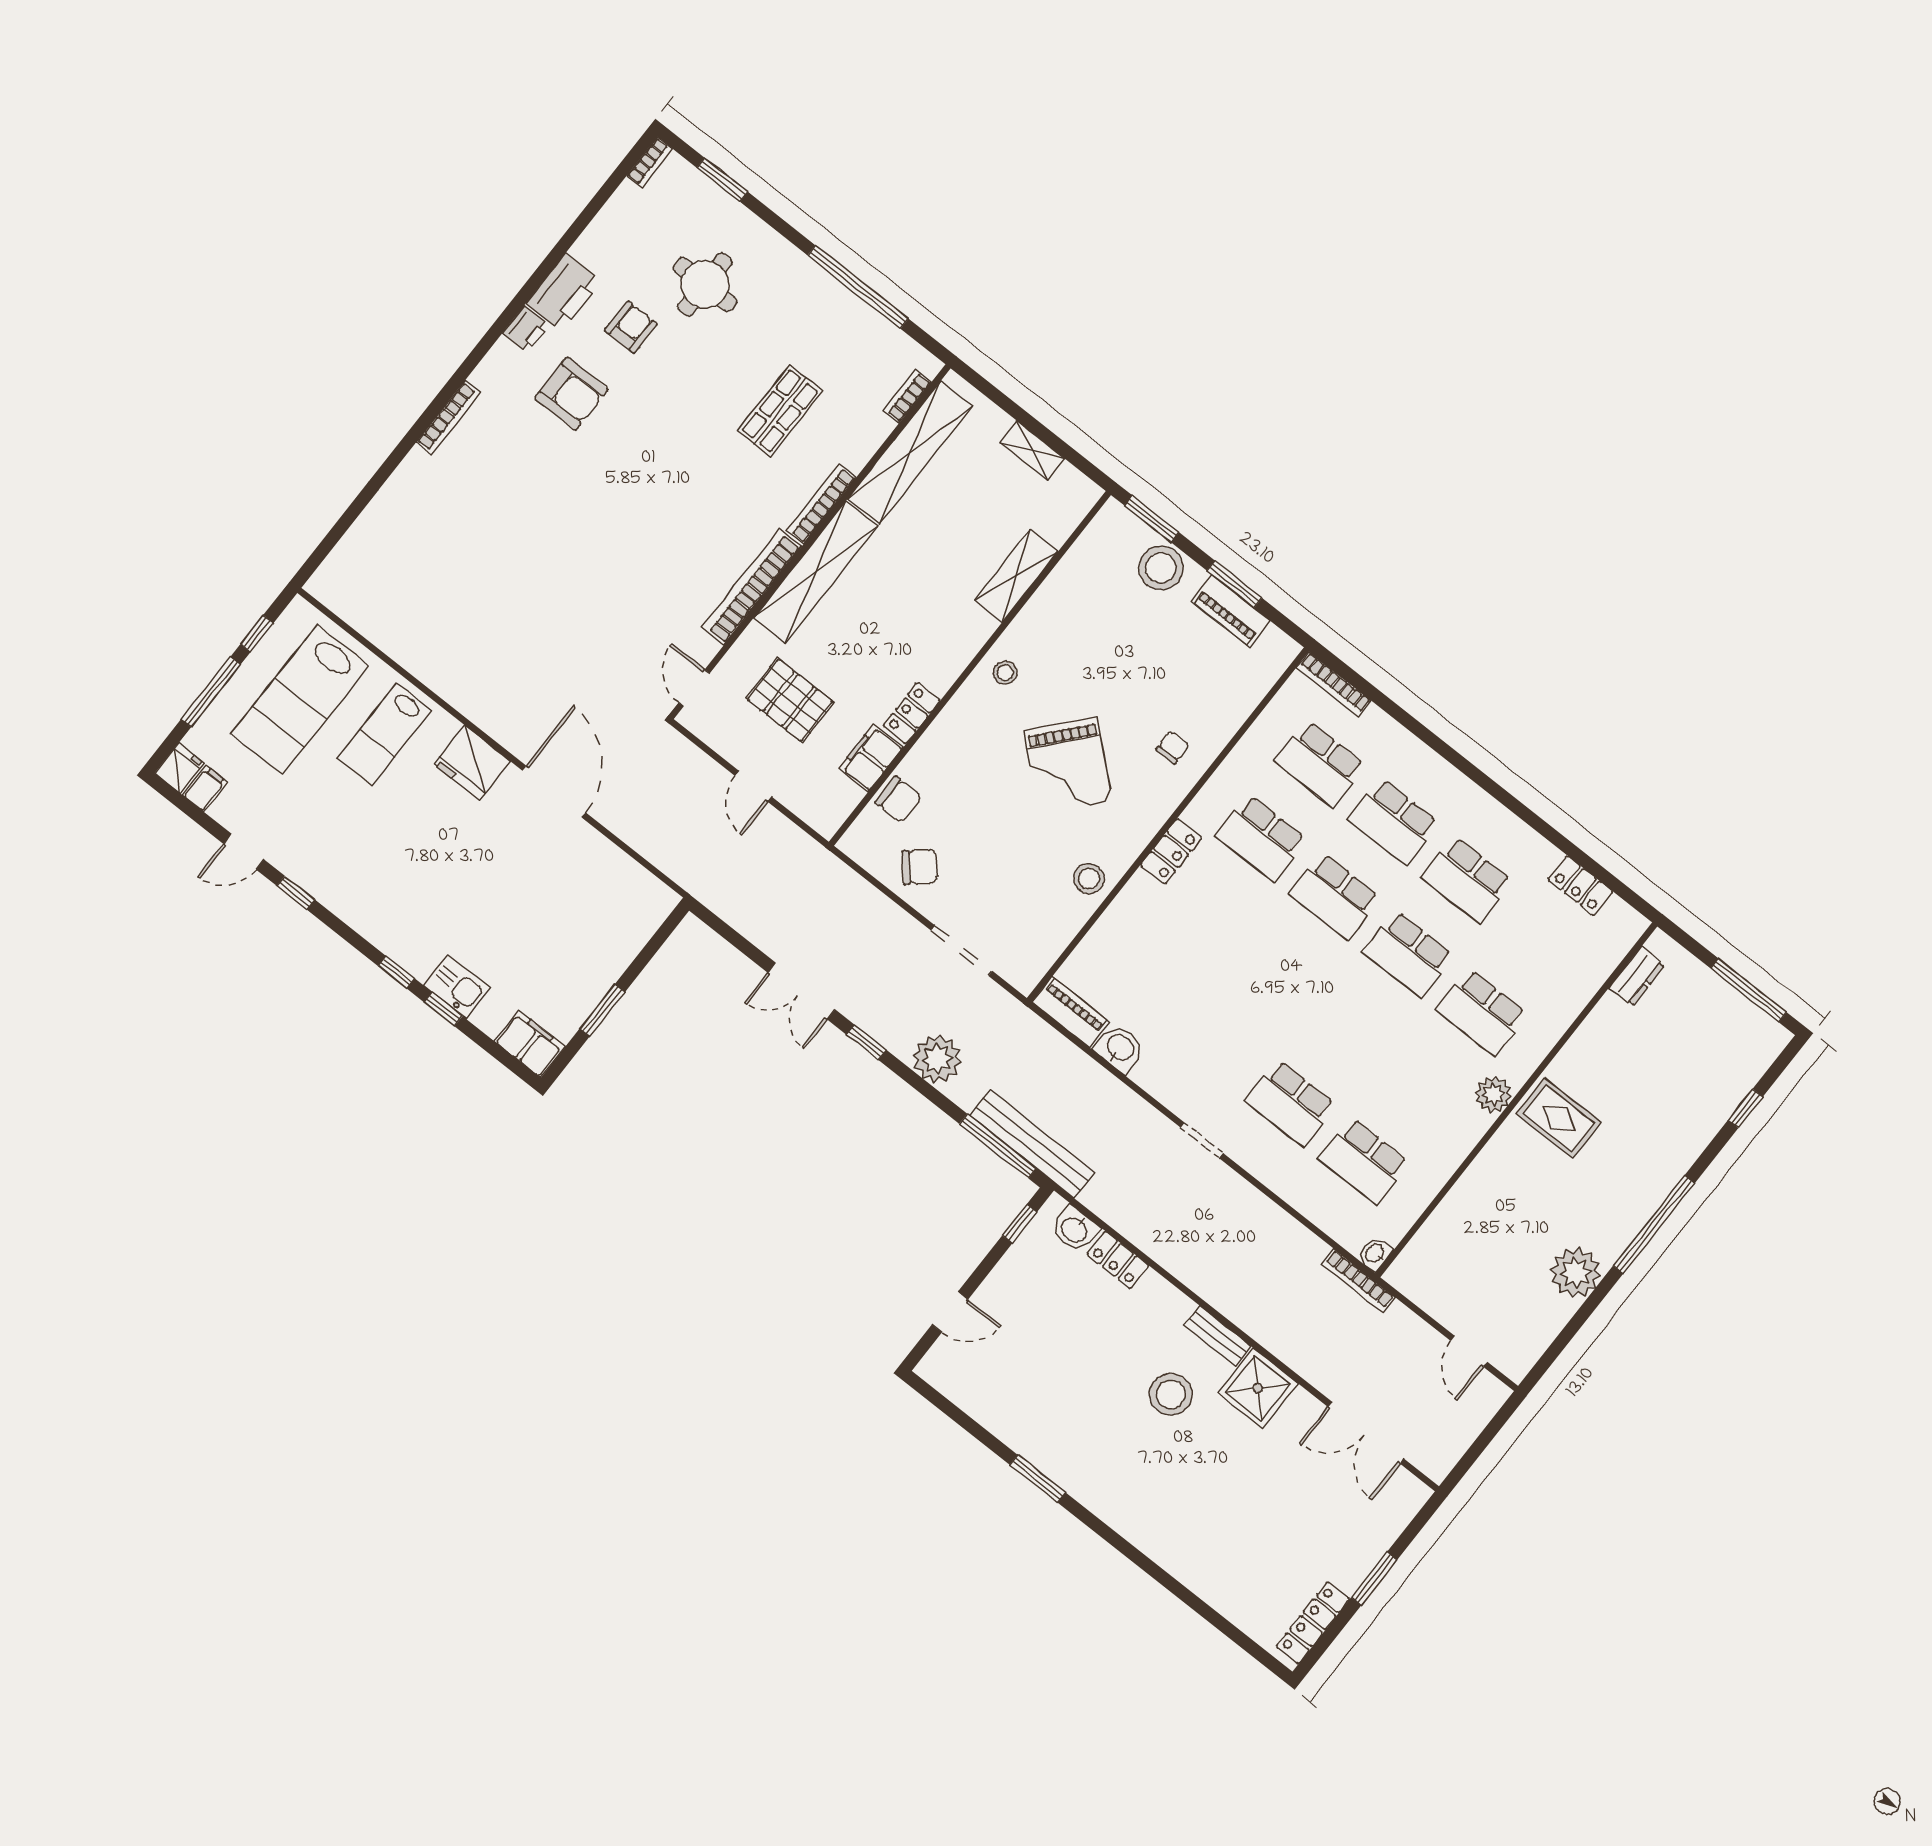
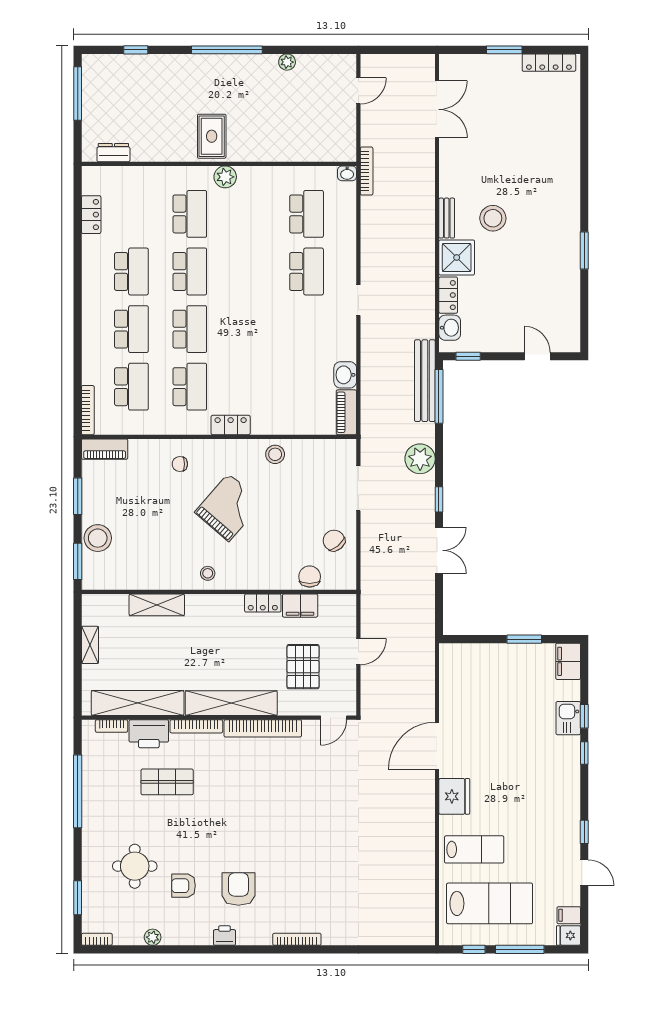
plant: (596, 236) -> (153, 937), added
printer: (564, 292) -> (149, 734), moved, turned 180
piano: (1231, 611) -> (105, 449), moved, turned 90
plant: (1576, 1273) -> (287, 62), width x0.53, depth x0.53
shower: (1258, 1388) -> (457, 257), moved

